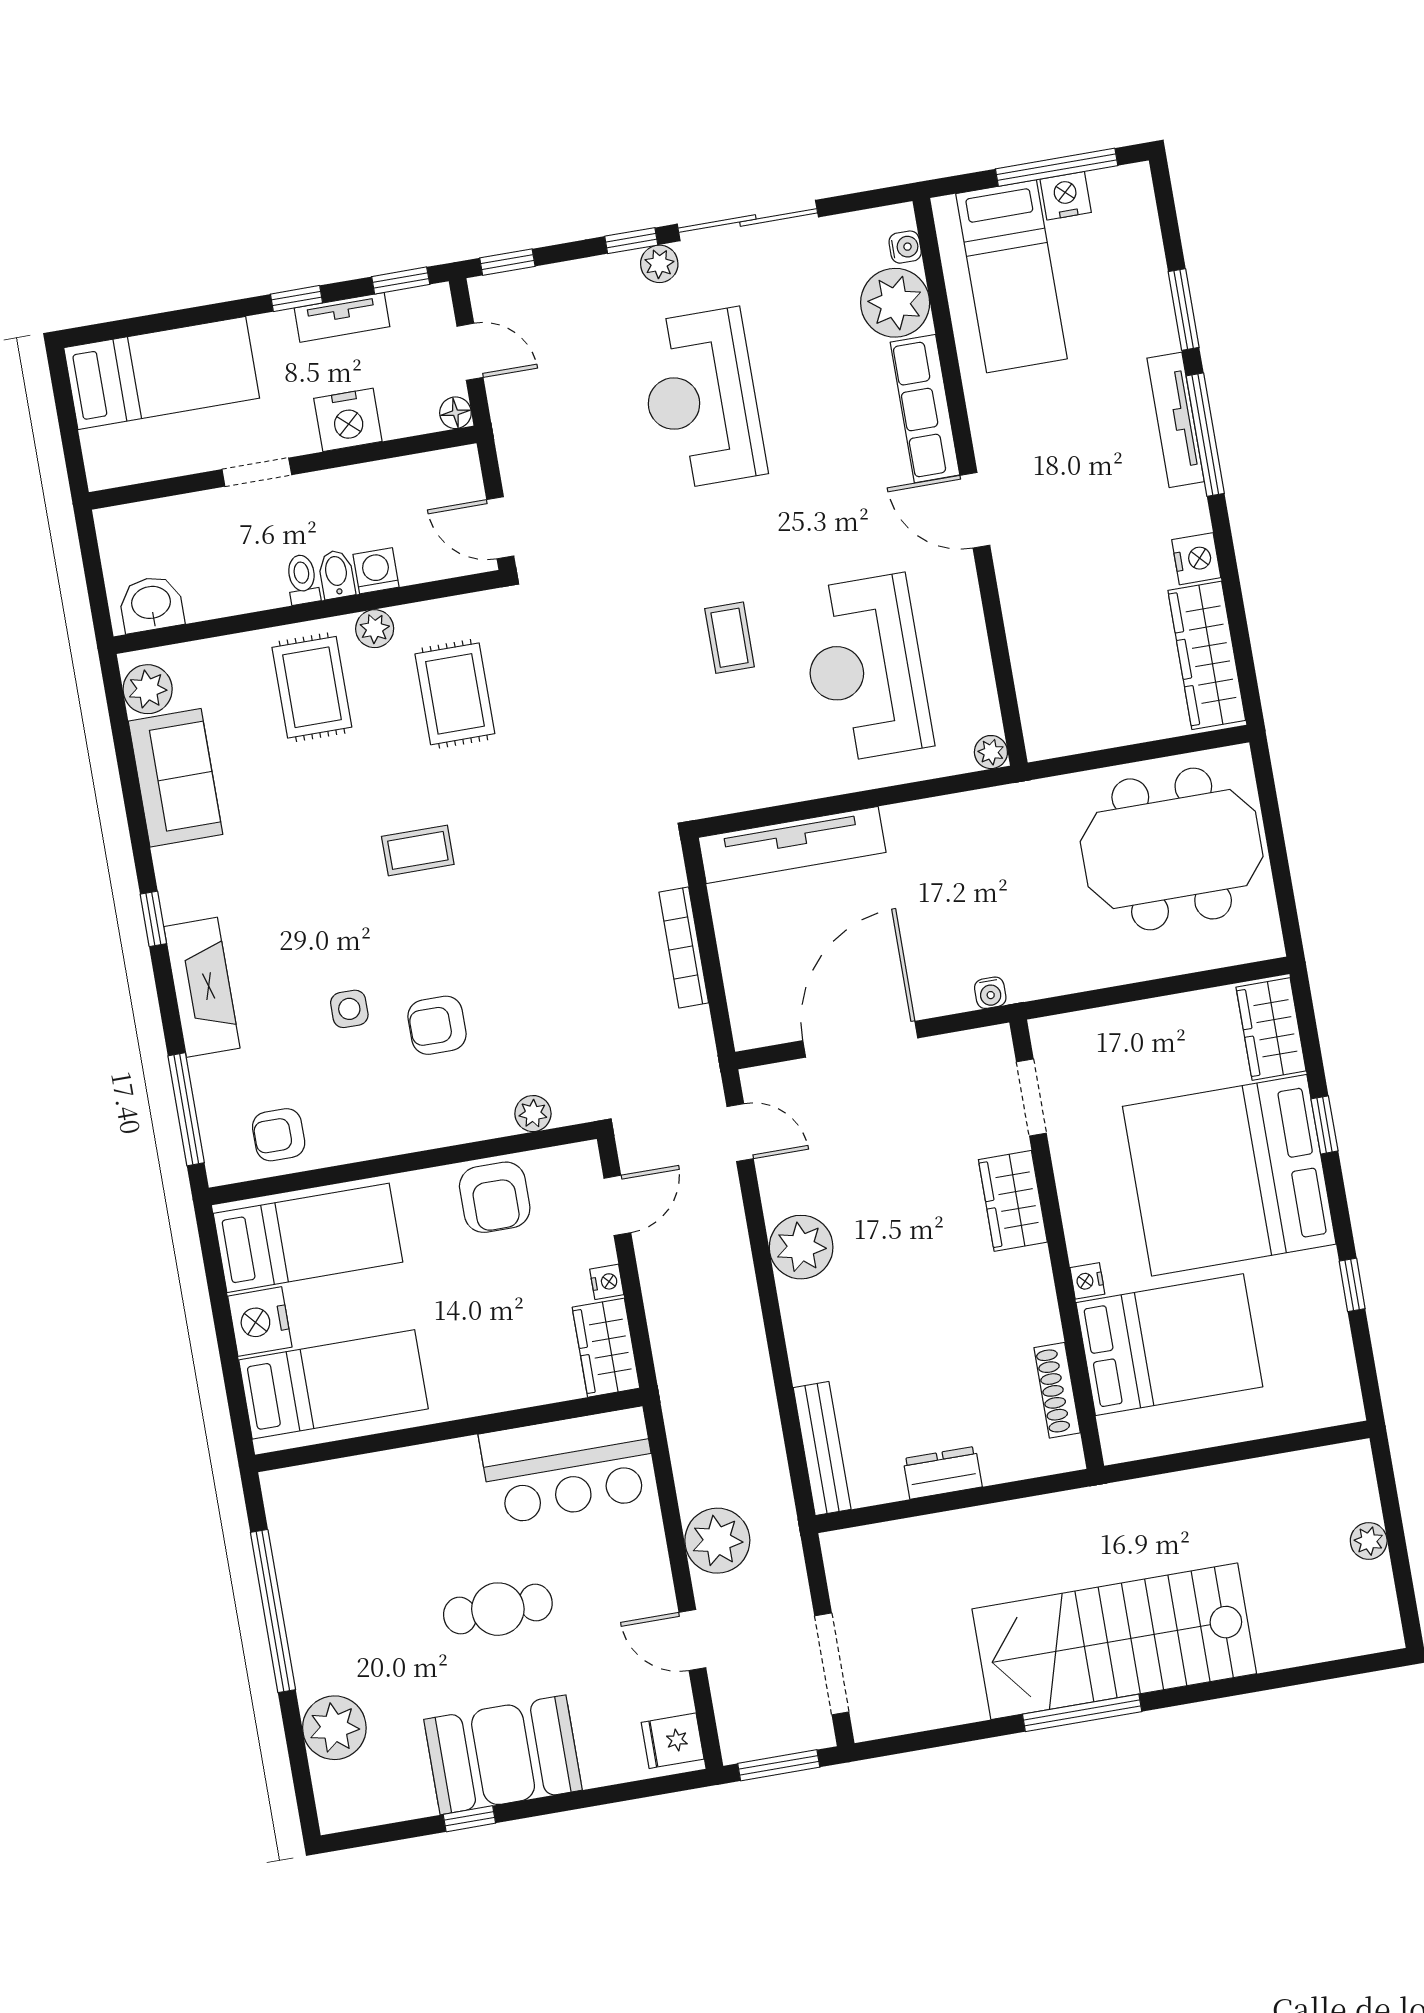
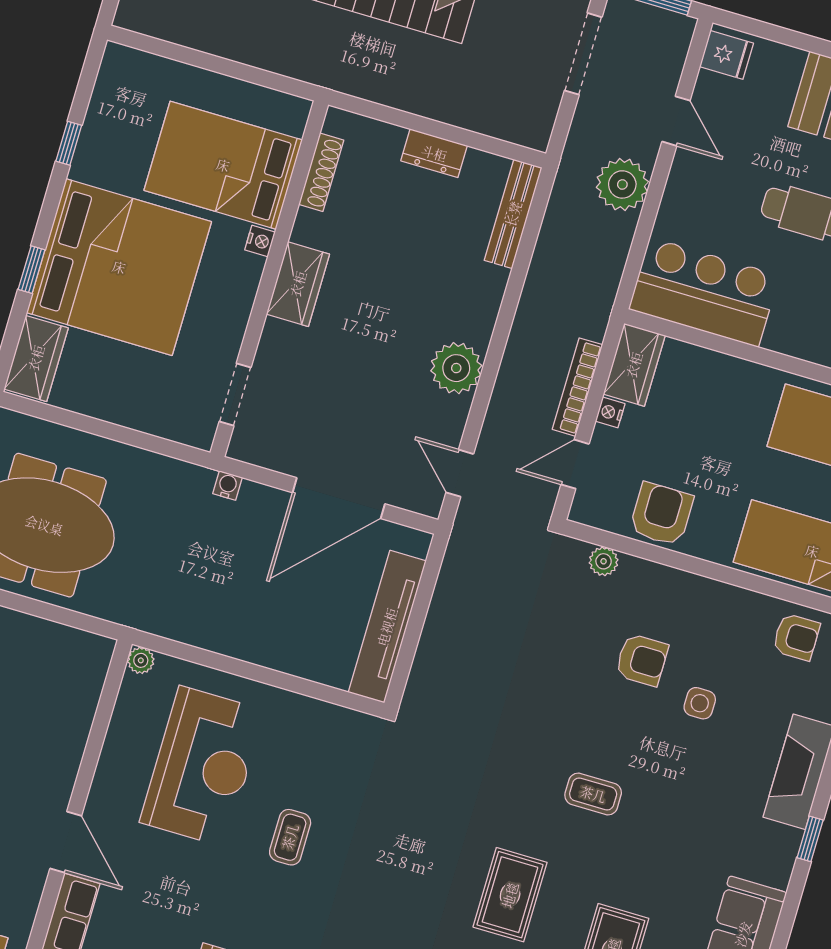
tv unit: (792, 845) -> (387, 627), moved, turned -90
bookcase: (684, 947) -> (577, 387), moved, turned 180
wardrobe: (1013, 1201) -> (298, 284), moved

